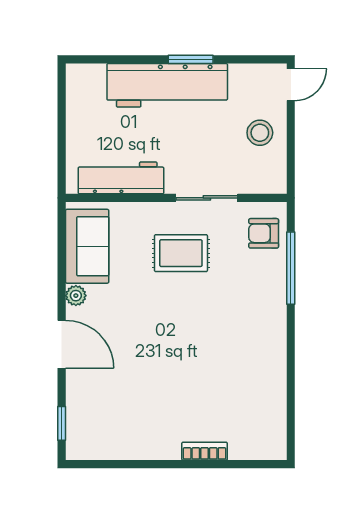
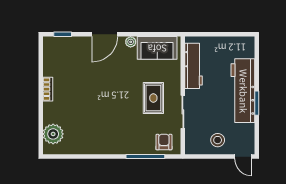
plant: (248, 441) -> (53, 134), added
bookcase: (205, 451) -> (48, 89), moved

